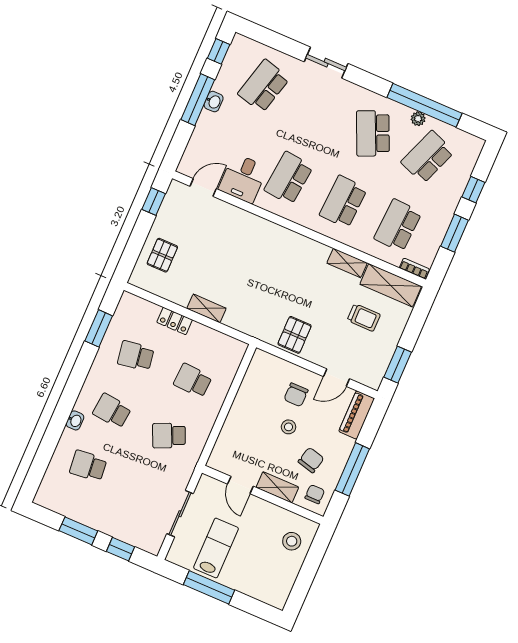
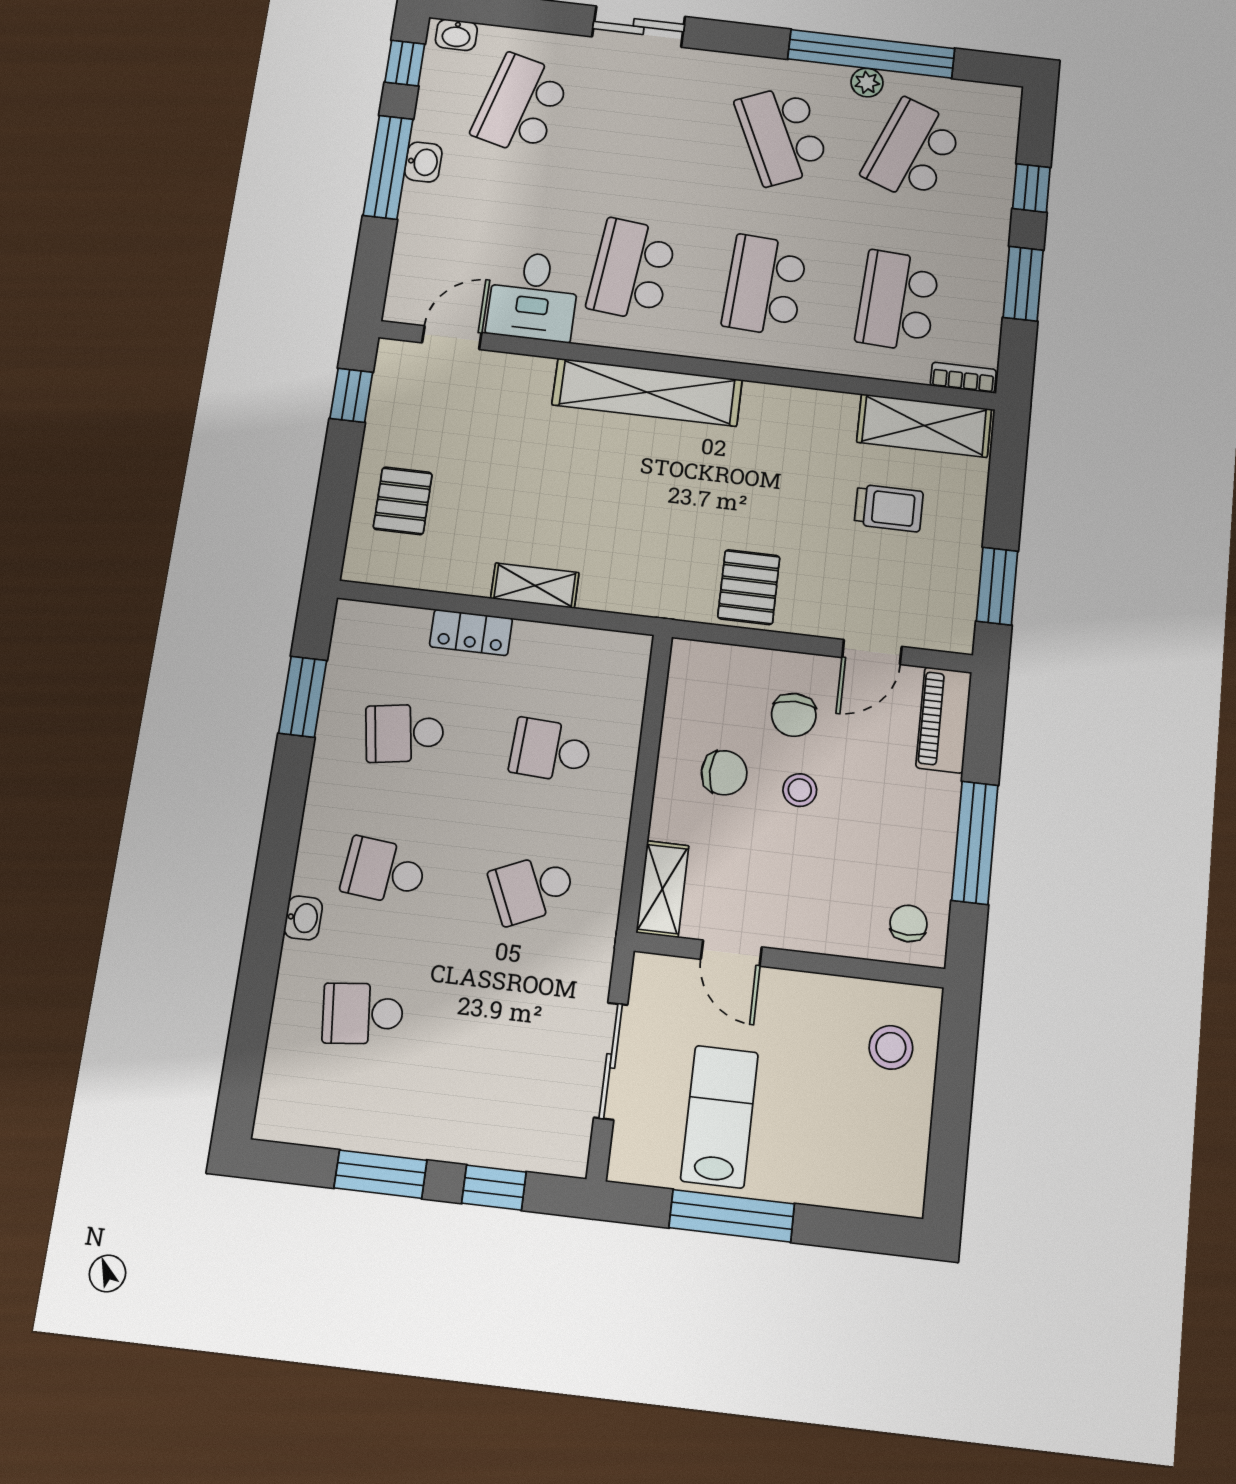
washbasin: (245, 44) -> (456, 35), added
shelving: (347, 263) -> (647, 392), moved, width x2.20, depth x1.33
chair: (311, 460) -> (724, 773), moved, turned 76
shelving: (277, 487) -> (662, 889), moved, turned 90

